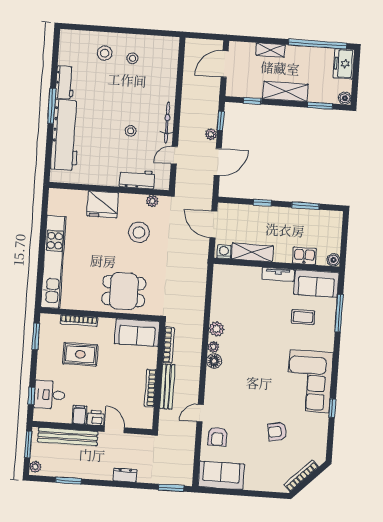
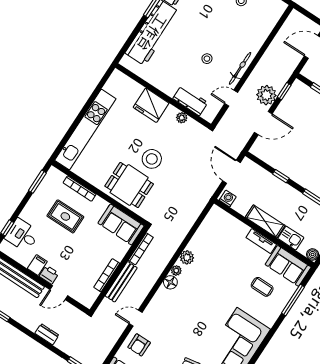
plant: (211, 134) -> (266, 95), width x1.87, depth x1.87
plant: (152, 201) -> (182, 118), moved
stool: (139, 232) -> (152, 159), moved
shelving: (252, 252) -> (265, 221), moved
door: (114, 430) -> (59, 293), swing flipped

